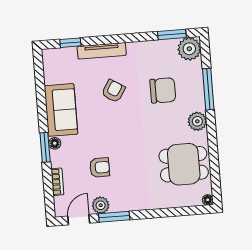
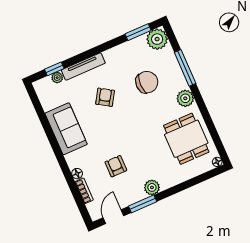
plant: (70, 53) -> (57, 78), added
floor lamp: (55, 143) -> (77, 174), moved
window: (45, 147) -> (64, 165), removed
dining table: (184, 164) -> (186, 139), turned 90
armchair: (100, 167) -> (116, 166), turned -90
plant: (101, 205) -> (152, 187), moved

